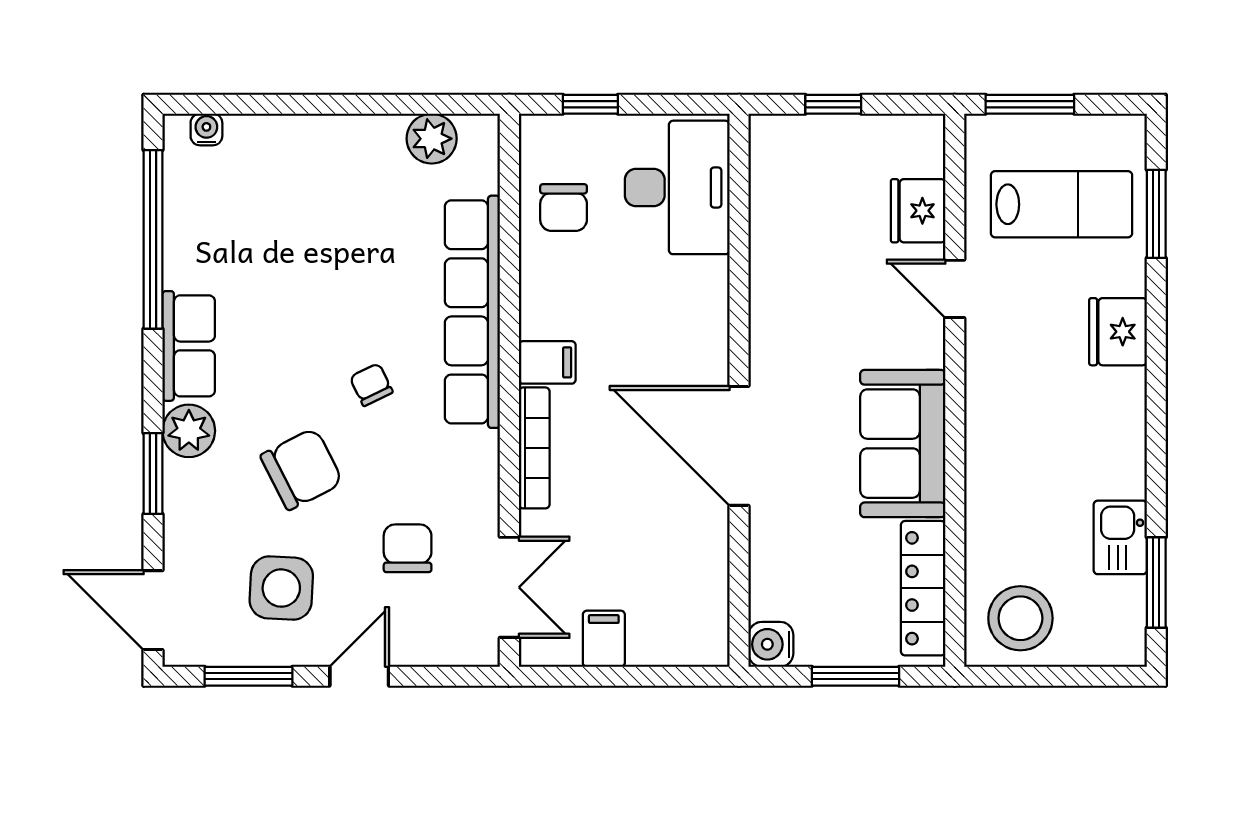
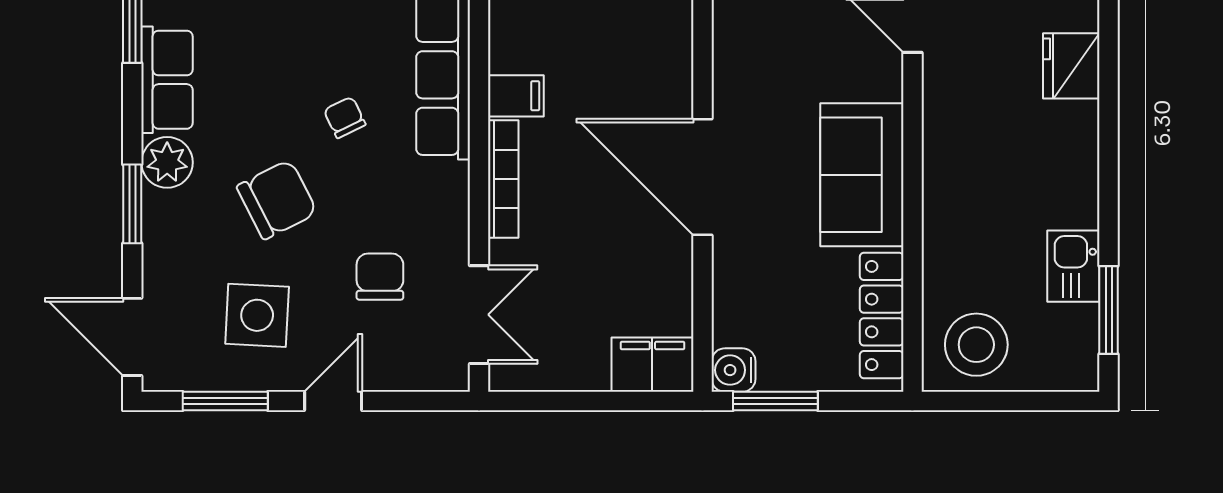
filing cabinet: (604, 639) -> (652, 365), moved, width x2.00
window: (855, 676) -> (775, 401), moved

